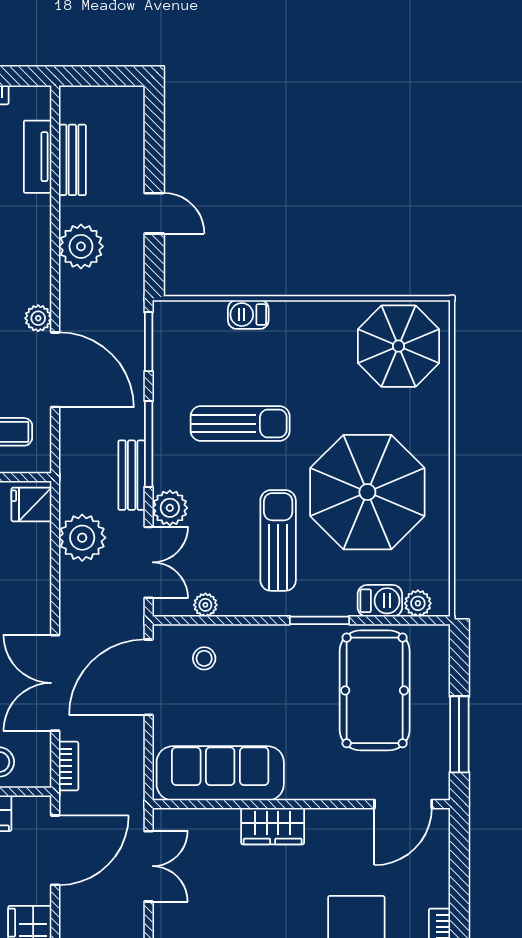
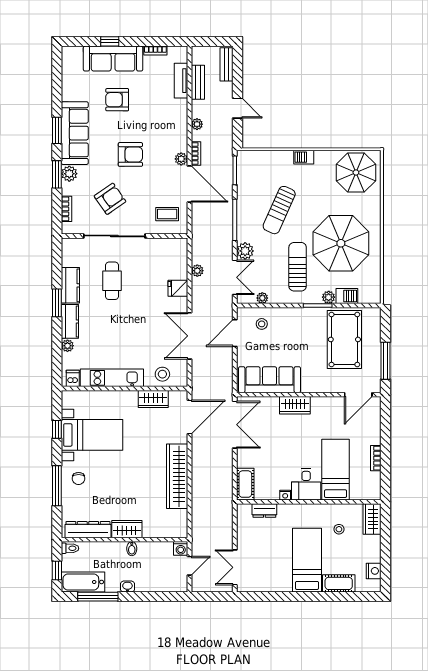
plant: (81, 246) -> (197, 124), width x0.53, depth x0.53
barbecue: (248, 315) -> (304, 157), moved
sun lounger: (240, 424) -> (279, 210), turned 114
bench: (132, 475) -> (227, 64), moved
fridge: (31, 504) -> (178, 288), moved
plant: (82, 538) -> (197, 271), width x0.53, depth x0.53
plant: (418, 603) -> (329, 297), moved
door: (149, 677) -> (235, 333), width x0.73
bookcase: (69, 766) -> (196, 153), moved
double door: (149, 866) -> (235, 425), width x1.37

